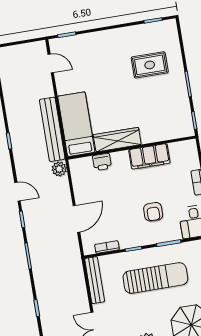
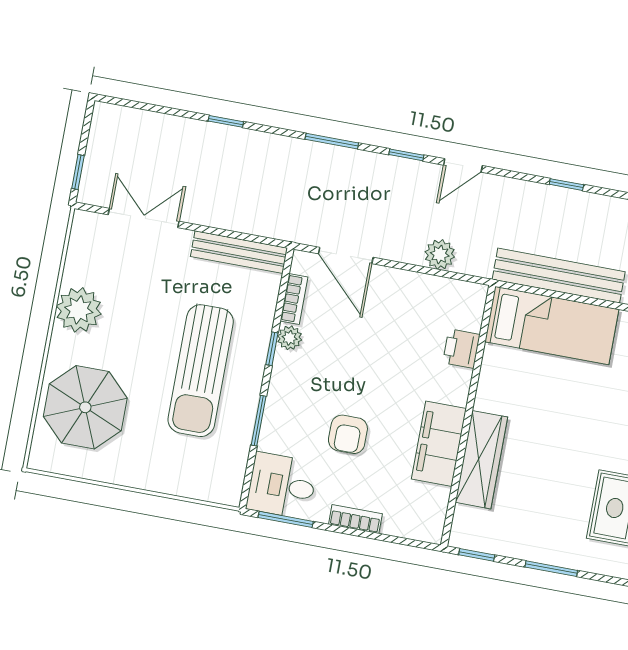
wardrobe: (117, 140) -> (481, 460), moved
plant: (59, 169) -> (440, 254), moved
armchair: (153, 212) -> (348, 434), moved, turned -90
door: (76, 219) -> (346, 255), moved
plant: (126, 243) -> (290, 338), added

